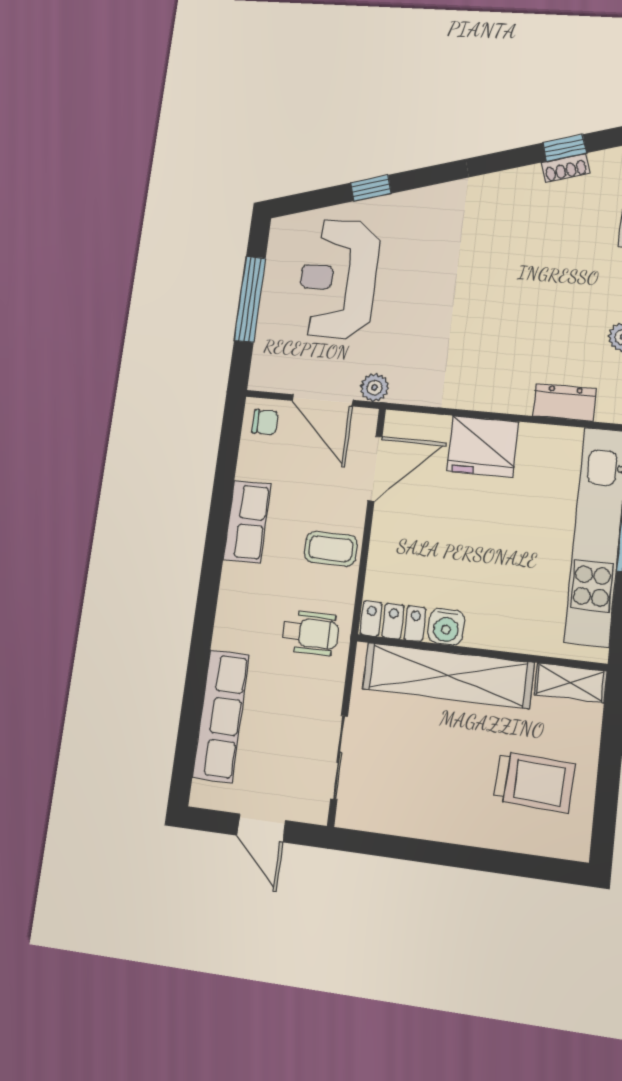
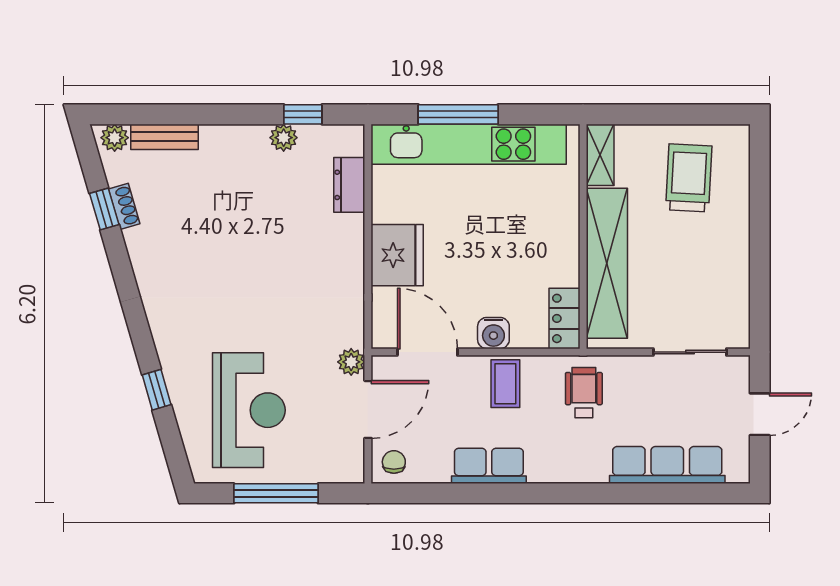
reception desk: (338, 279) -> (249, 410), turned -90
water cooler: (446, 627) -> (493, 333), moved, turned 90

